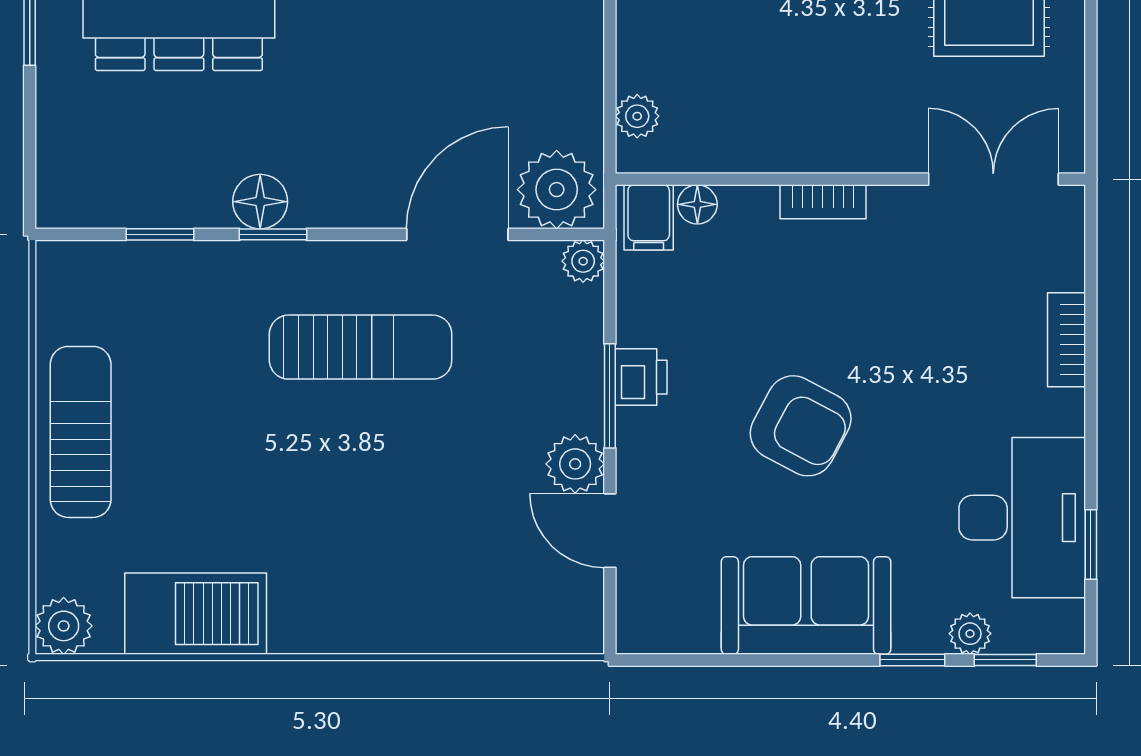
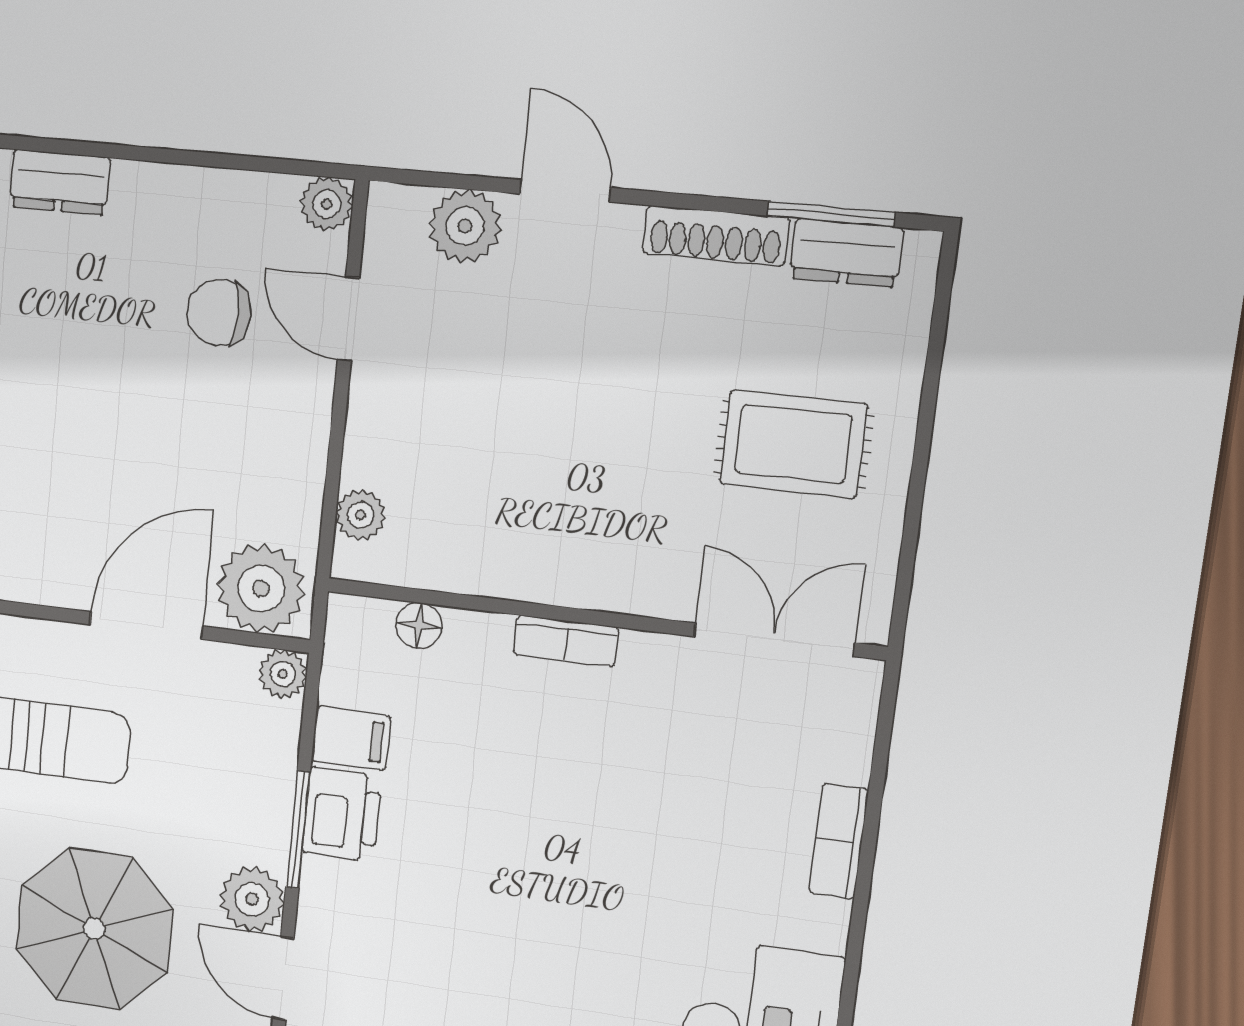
filing cabinet: (649, 217) -> (351, 738), moved, turned -90
printer: (641, 377) -> (342, 814), width x1.36, depth x1.24
armchair: (801, 426) -> (511, 895), removed
parasol: (434, 513) -> (94, 929), added

